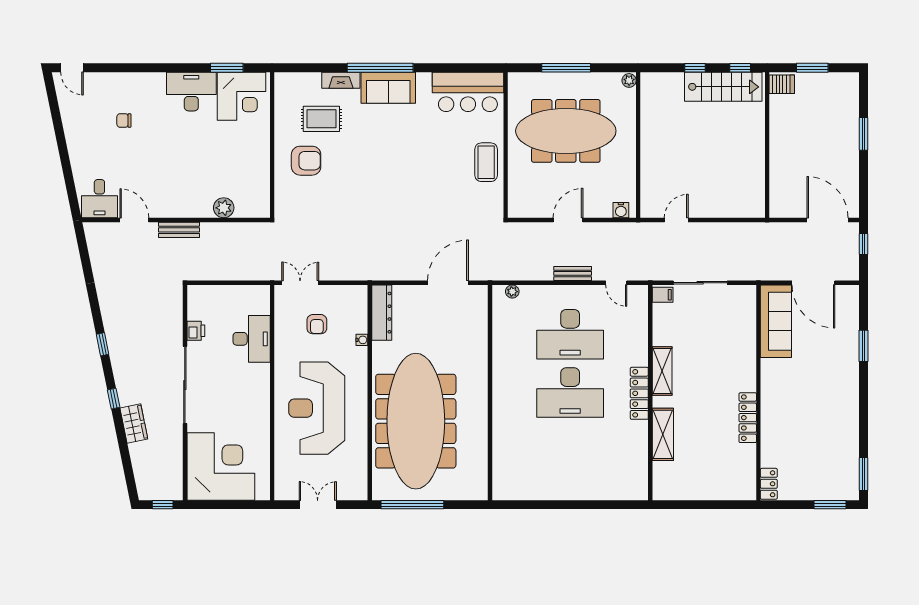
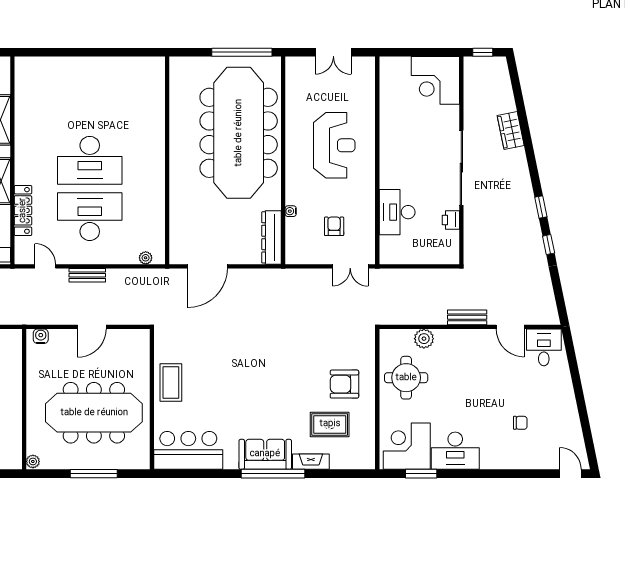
round table: (242, 167) -> (406, 378), added
desk: (570, 393) -> (90, 160), turned 180
locker: (639, 393) -> (23, 210), moved
window: (114, 399) -> (549, 245), moved
reception desk: (317, 408) -> (334, 145), width x0.74, depth x0.77
corner desk: (221, 466) -> (435, 80), width x0.74, depth x0.74

